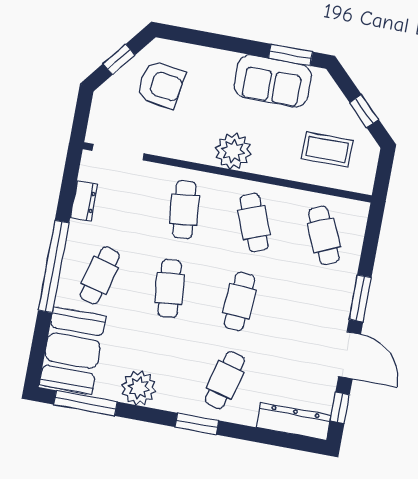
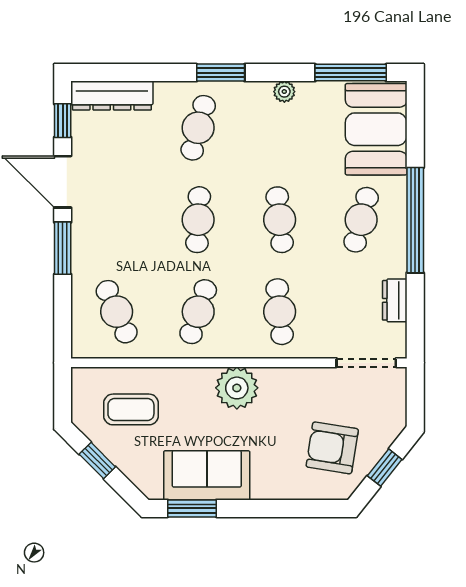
cafe table: (254, 223) -> (198, 312), turned 39
plant: (139, 388) -> (284, 92), width x0.53, depth x0.53

